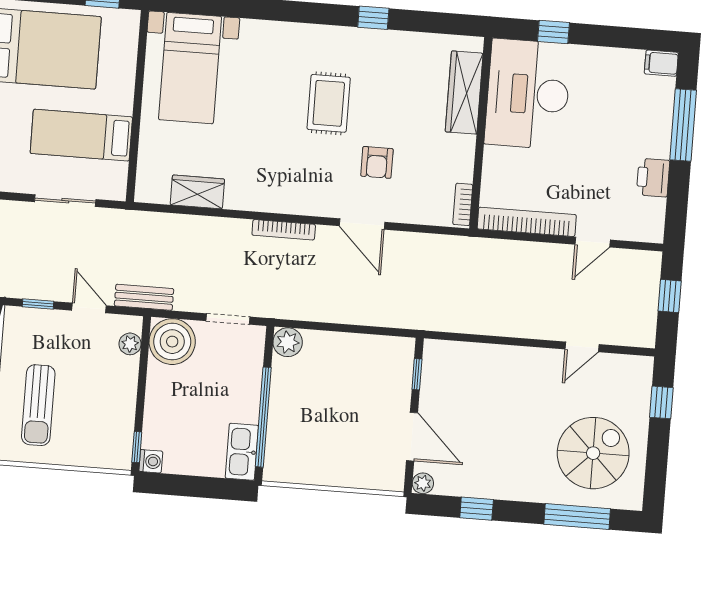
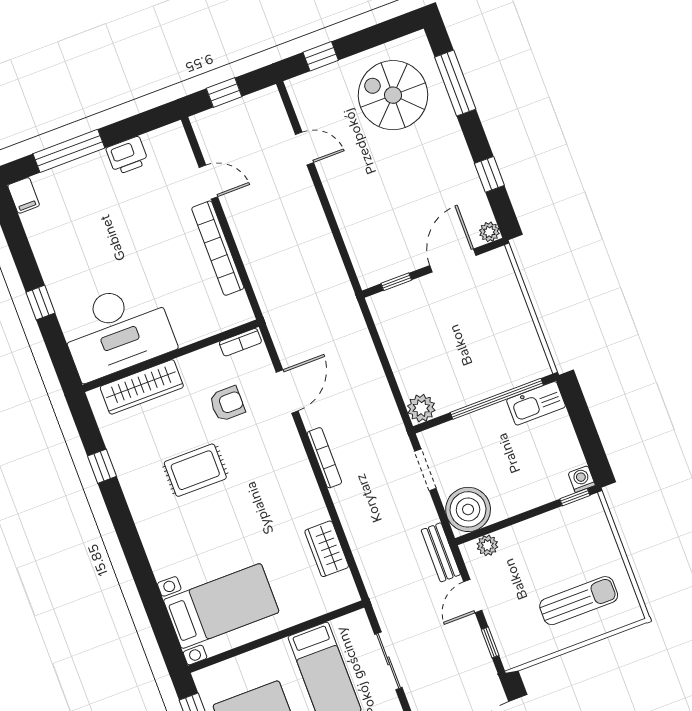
wardrobe: (464, 93) -> (142, 387), moved
desk: (528, 94) -> (117, 331), moved
wall: (481, 133) -> (171, 356), moved
bookcase: (463, 204) -> (240, 342), moved

